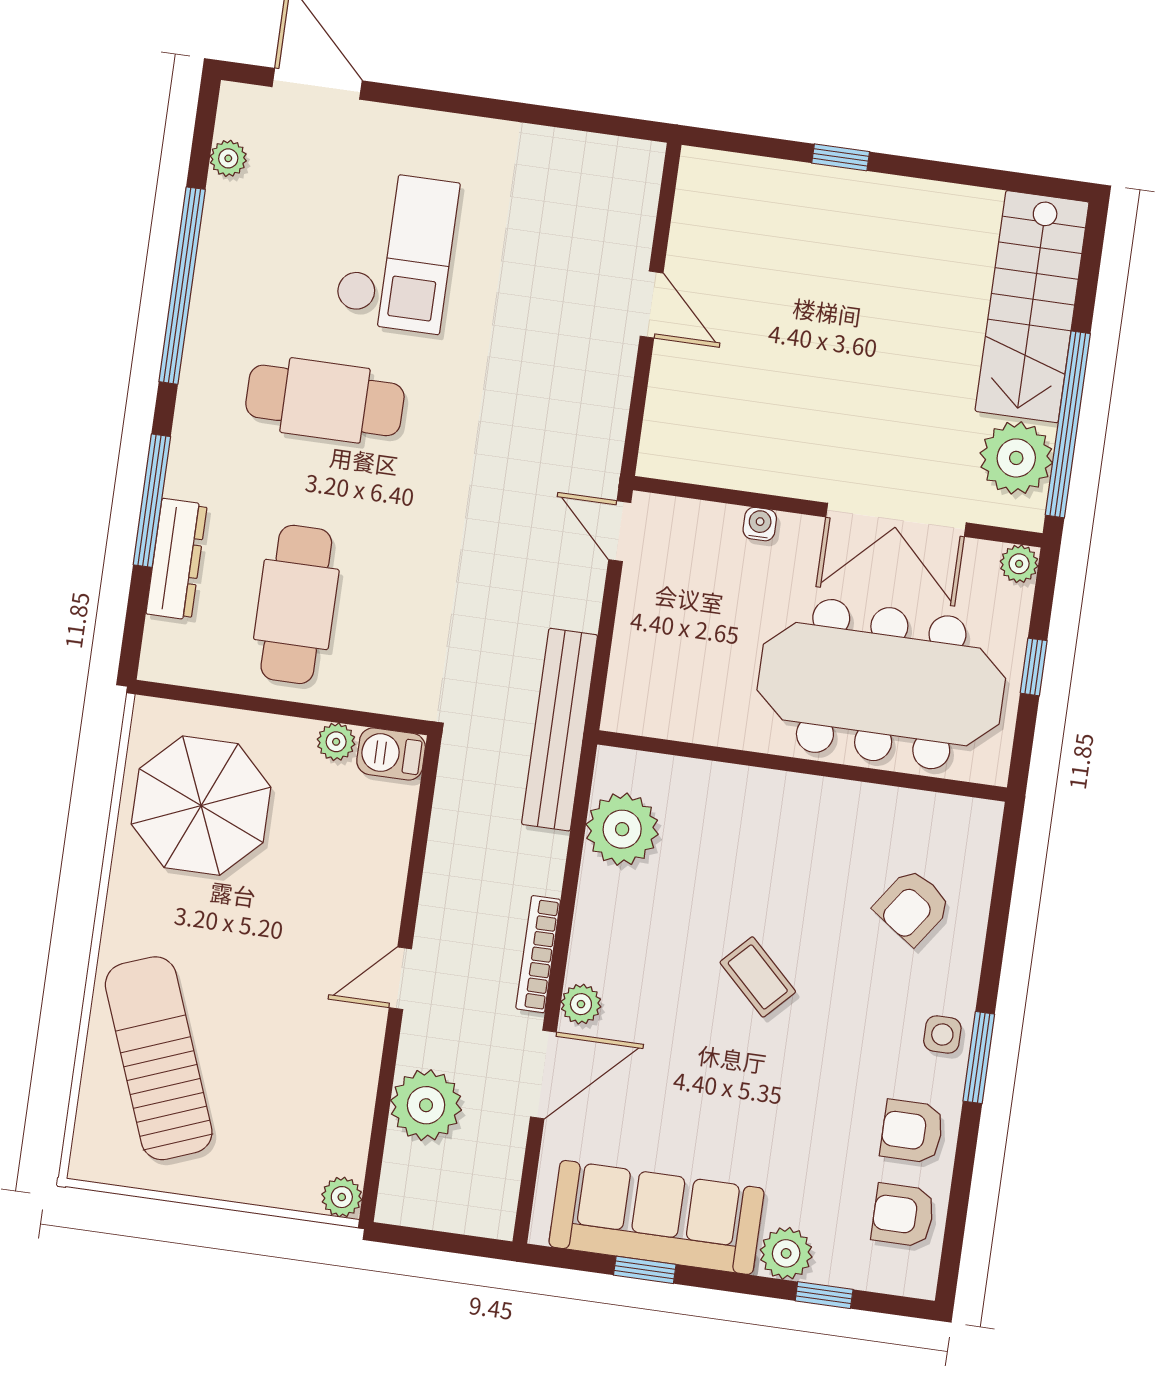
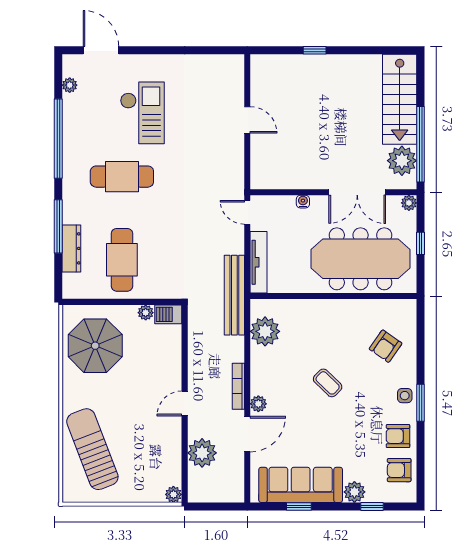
tv unit: (630, 657) -> (259, 262), added

